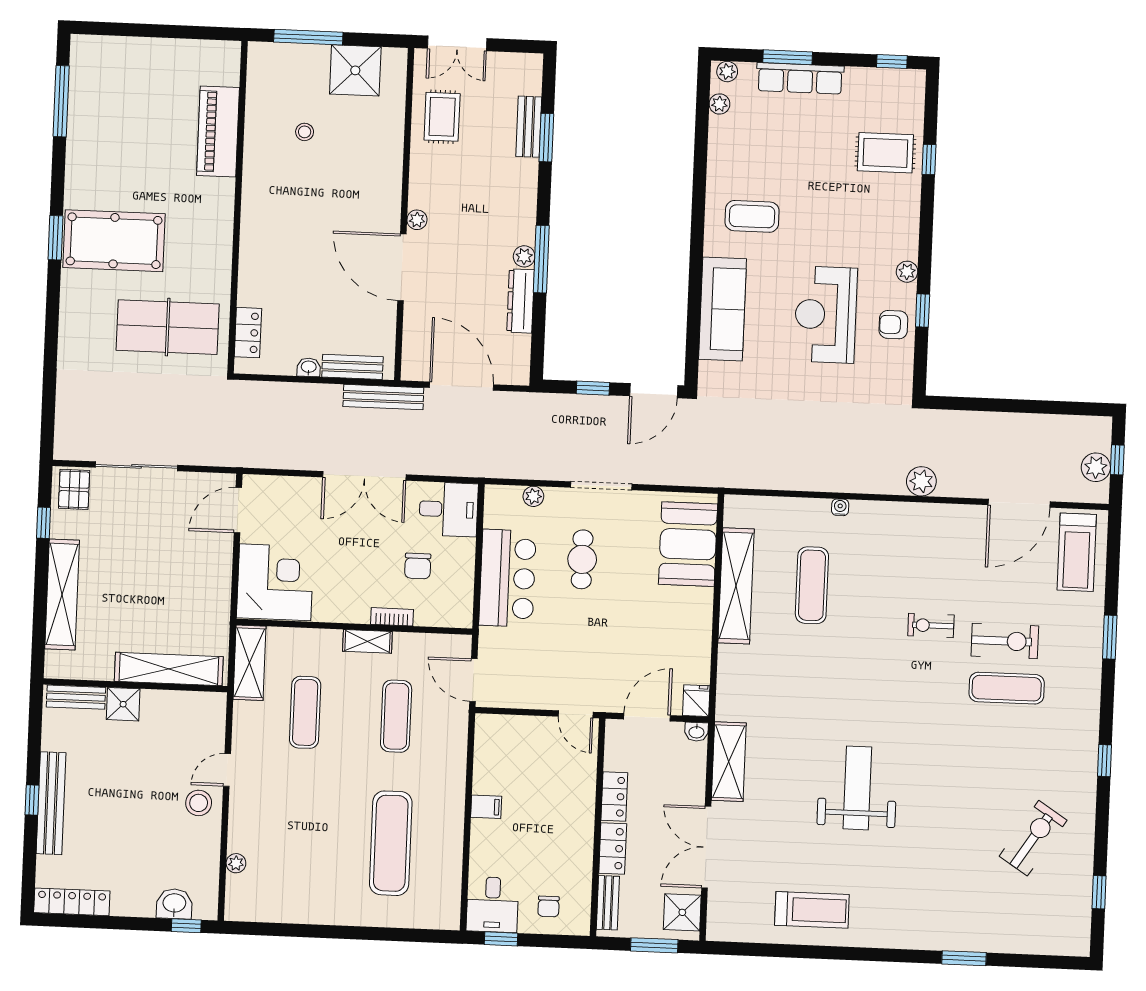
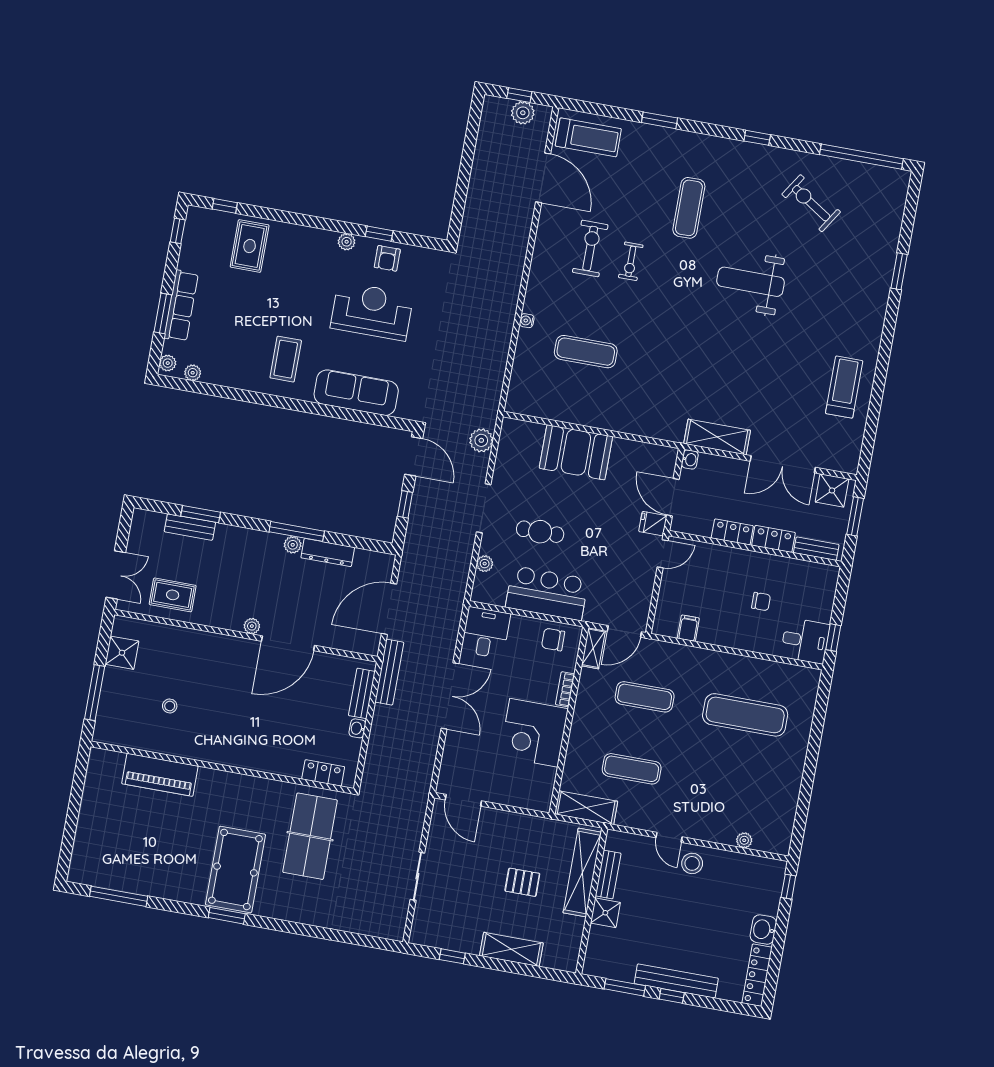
shower: (355, 70) -> (122, 653), width x0.73, depth x0.73
window: (929, 159) -> (225, 206), moved
reception desk: (826, 315) -> (372, 311), turned 180
sliding door: (136, 466) -> (417, 876), width x0.73
plant: (921, 481) -> (481, 440), moved
pallet: (74, 489) -> (522, 882), moved
booth: (688, 544) -> (576, 452), moved
chair: (418, 566) -> (553, 639), moved, turned 180
corner desk: (275, 582) -> (534, 733), moved, turned -90
shelving: (736, 586) -> (578, 412), removed
shelving: (62, 594) -> (511, 949), width x0.68
shelving: (367, 641) -> (593, 648), moved
exercise bike: (1005, 641) -> (590, 248), moved
bench: (76, 697) -> (608, 875), moved
fridge: (696, 701) -> (653, 524), moved
window: (34, 741) -> (625, 987), added
weight bench: (857, 788) -> (751, 282), moved
filing cabinet: (486, 807) -> (688, 628), moved
window: (1099, 892) -> (861, 157), width x3.17
washbasin: (174, 904) -> (763, 930), moved
chair: (549, 906) -> (761, 602), moved

